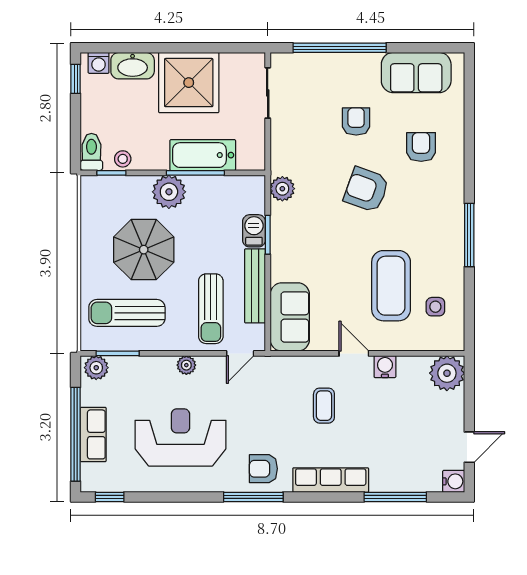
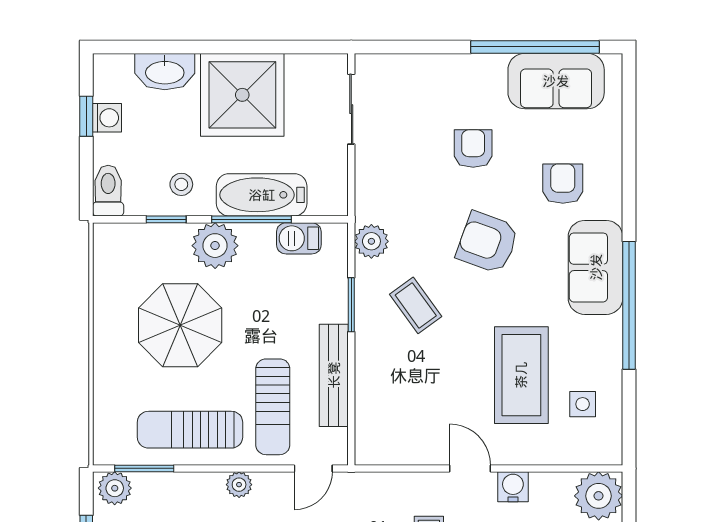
window: (340, 48) -> (535, 47), moved
washing machine: (99, 63) -> (107, 118), moved, turned -90
window: (76, 79) -> (86, 116), moved
stool: (123, 159) -> (181, 184), moved
window: (111, 173) -> (166, 219), moved
barbecue: (254, 231) -> (299, 238), moved, turned -90
coffee table: (314, 235) -> (416, 305), added
window: (469, 235) -> (629, 305), width x1.46
sun lounger: (127, 313) -> (190, 430), moved
sofa: (290, 317) -> (596, 267), moved, turned 180

